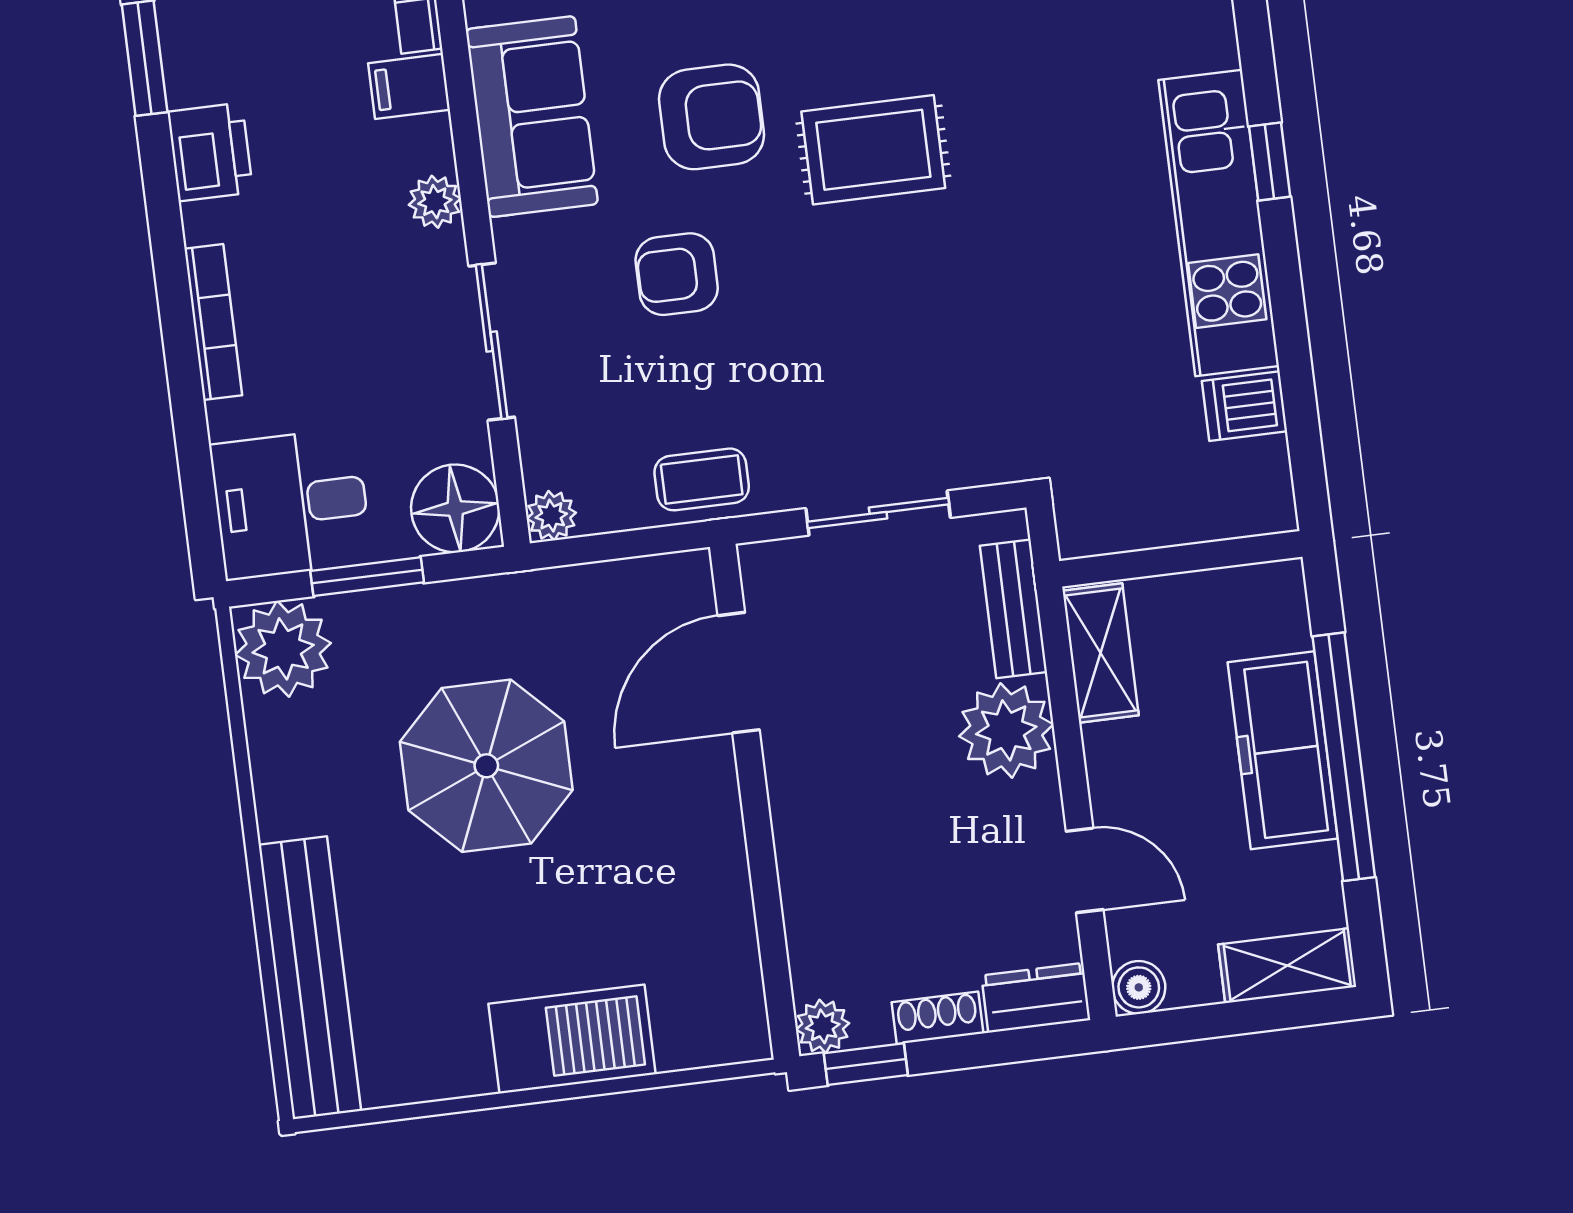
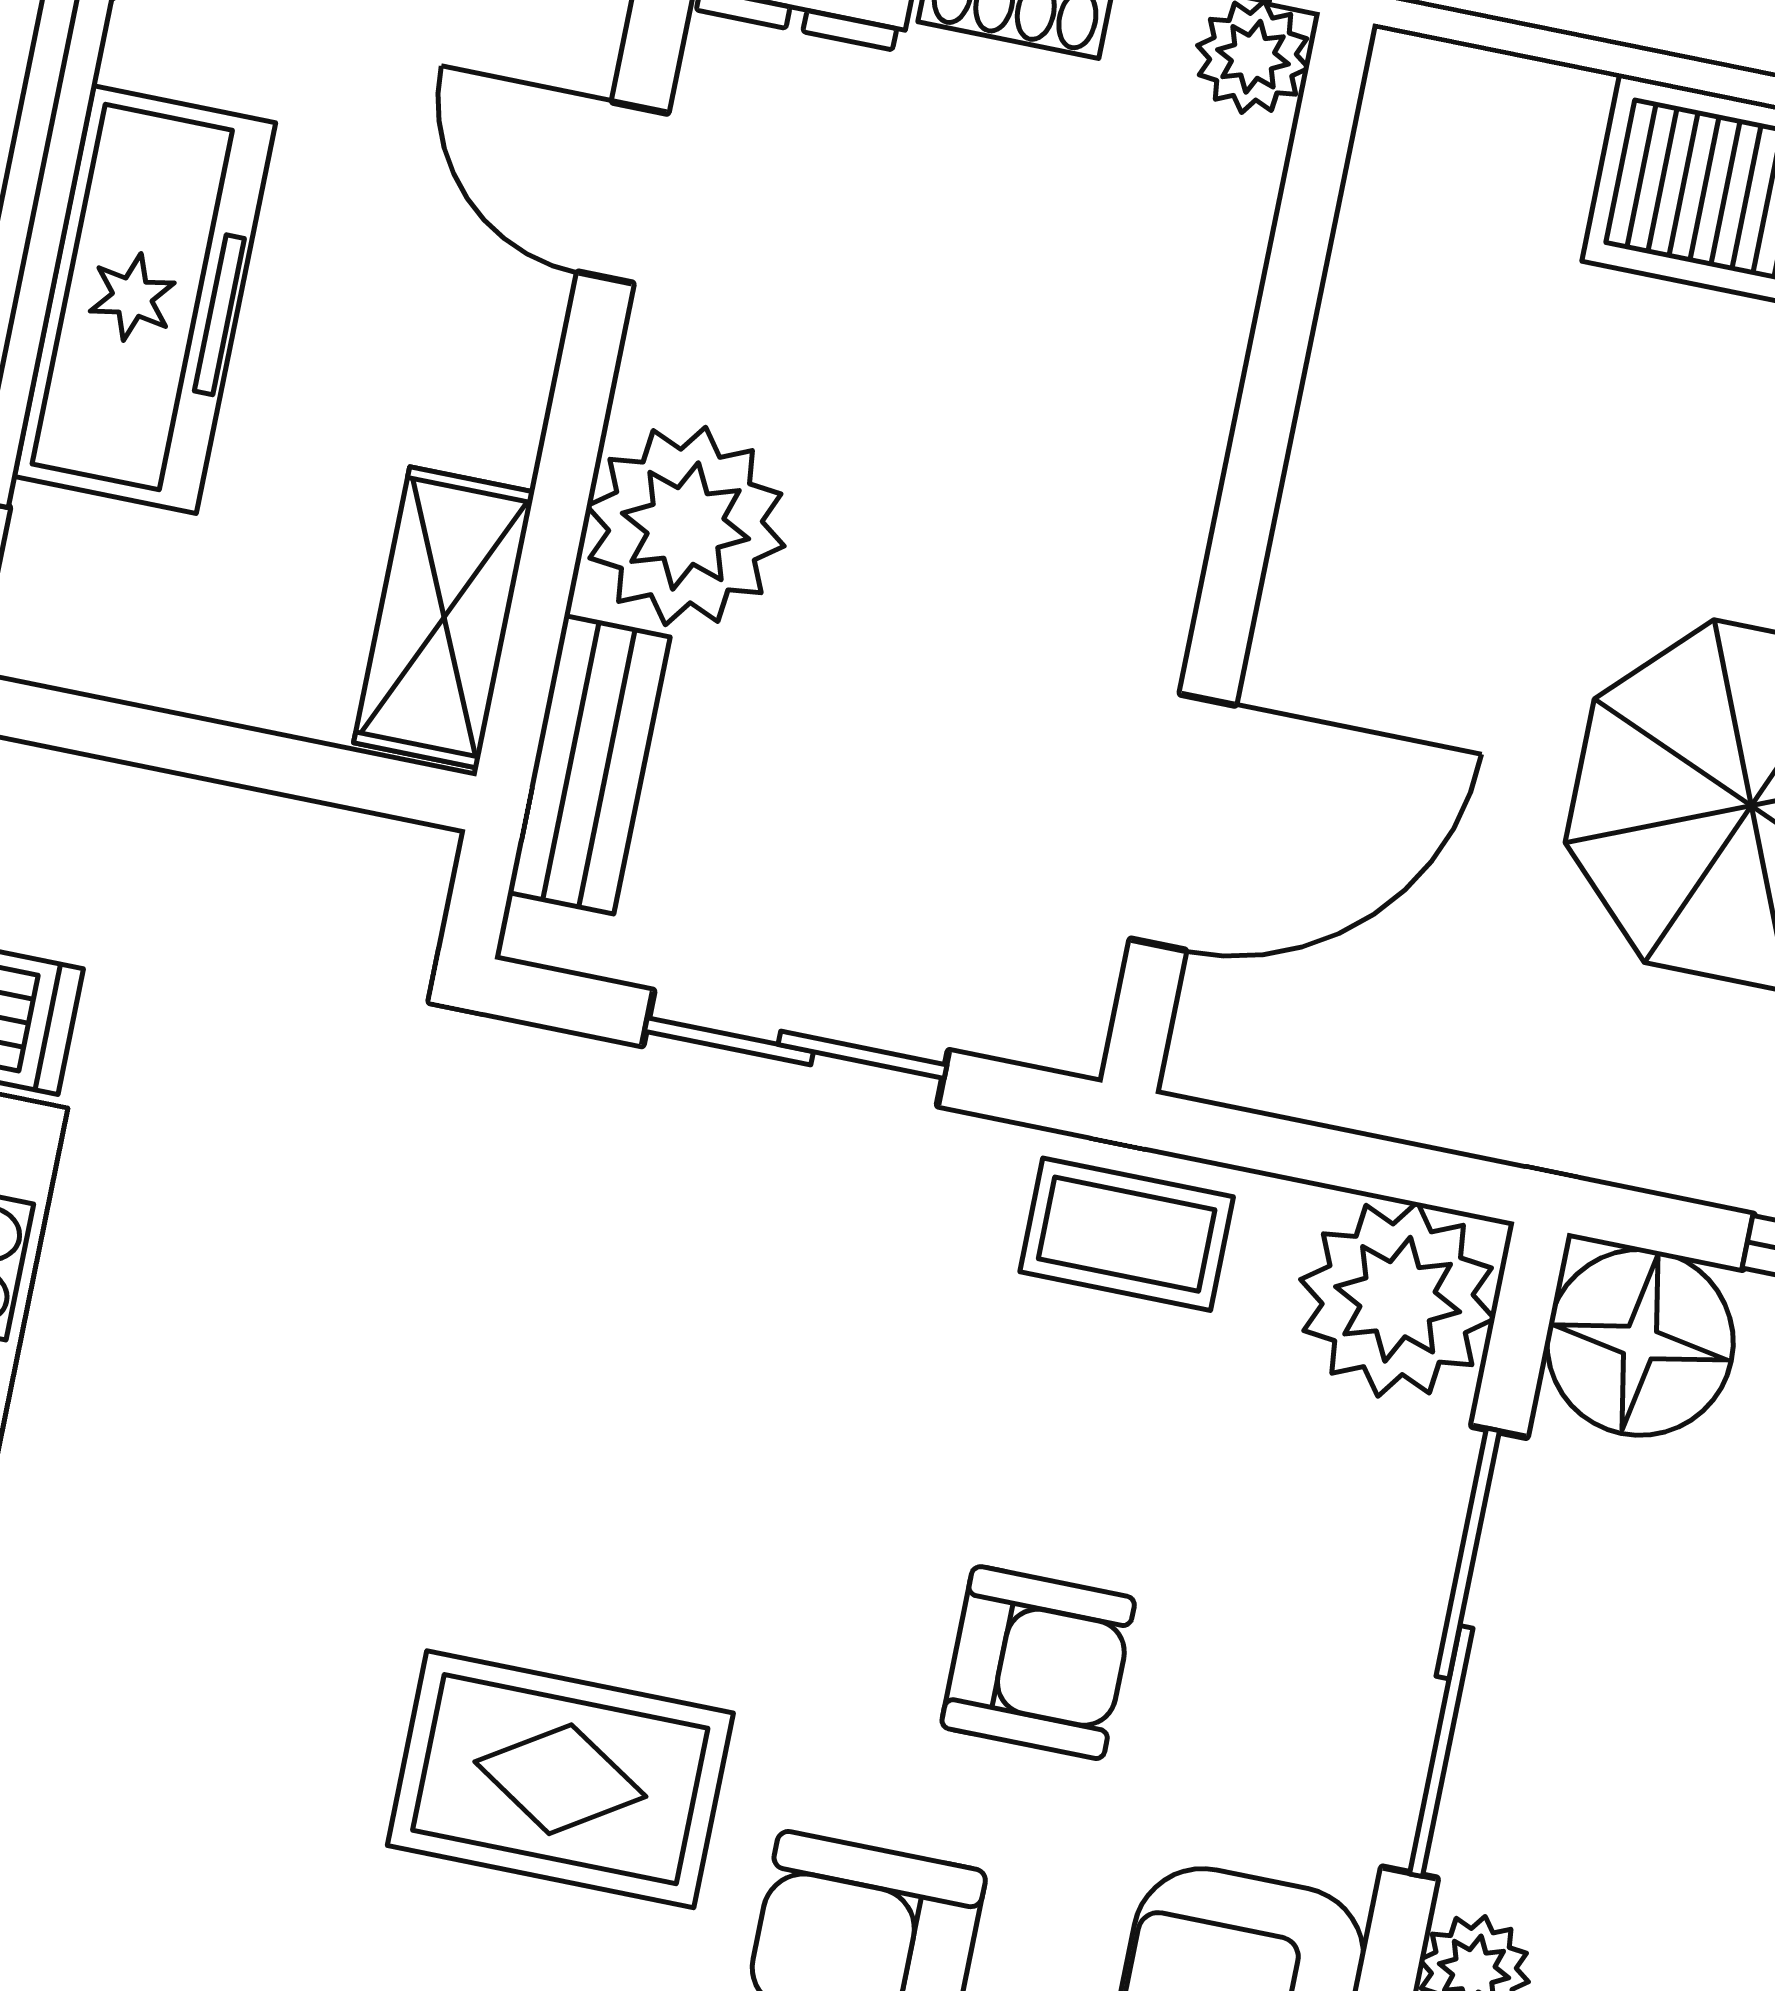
sliding door: (492, 342) -> (1454, 1652), width x1.37
plant: (551, 516) -> (1398, 1299), width x1.88, depth x1.88

